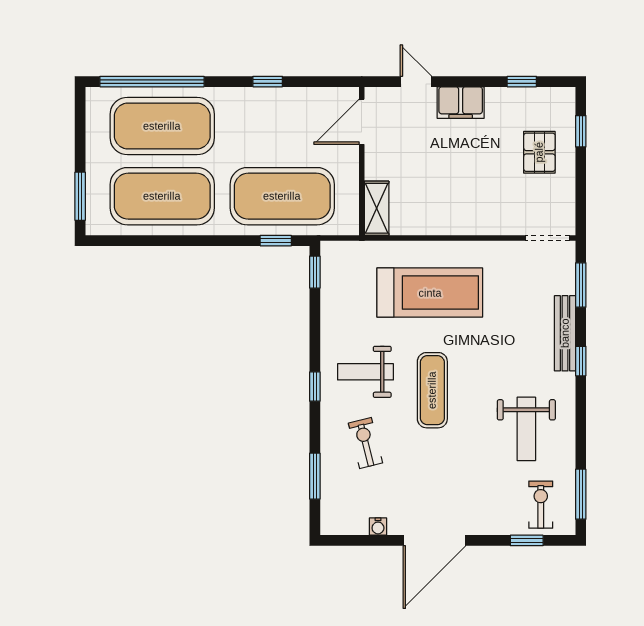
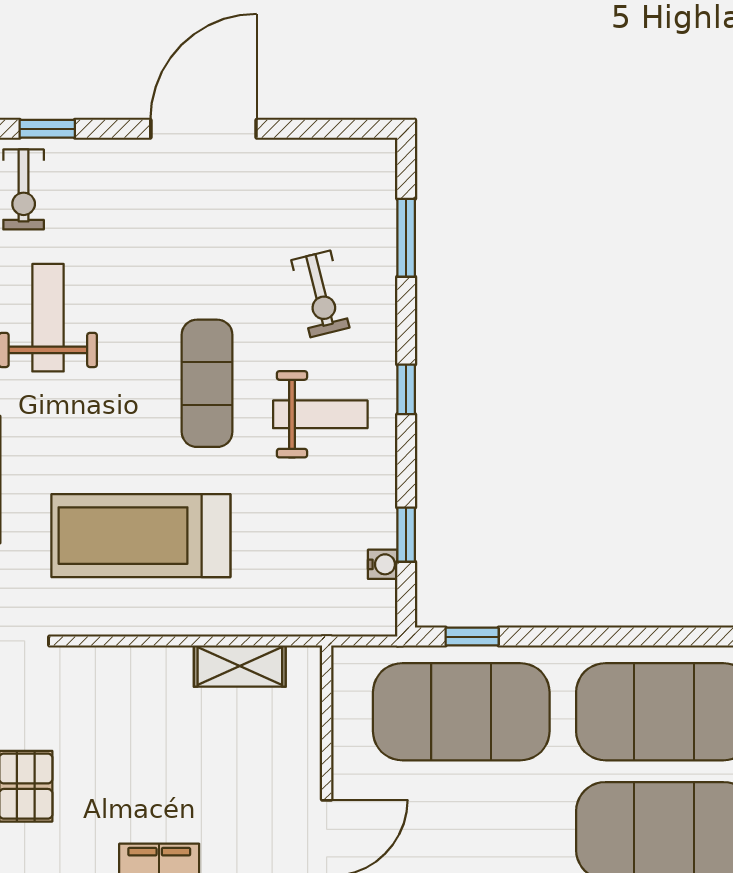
shelving: (377, 208) -> (240, 666), moved, turned 90
window: (315, 272) -> (406, 535), moved
treadmill: (430, 293) -> (141, 536), moved
water cooler: (378, 527) -> (383, 564), moved, turned 90

